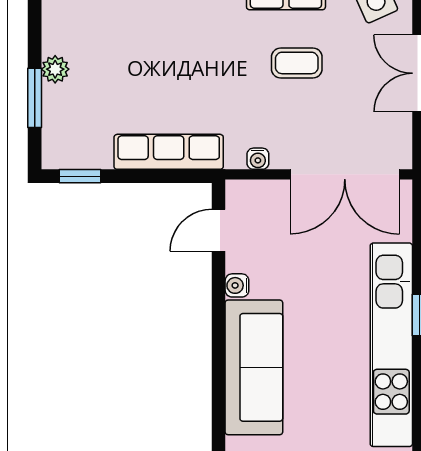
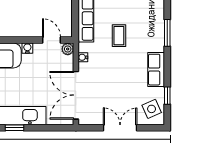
coffee table: (297, 63) -> (119, 36), moved
plant: (239, 193) -> (68, 49), added

